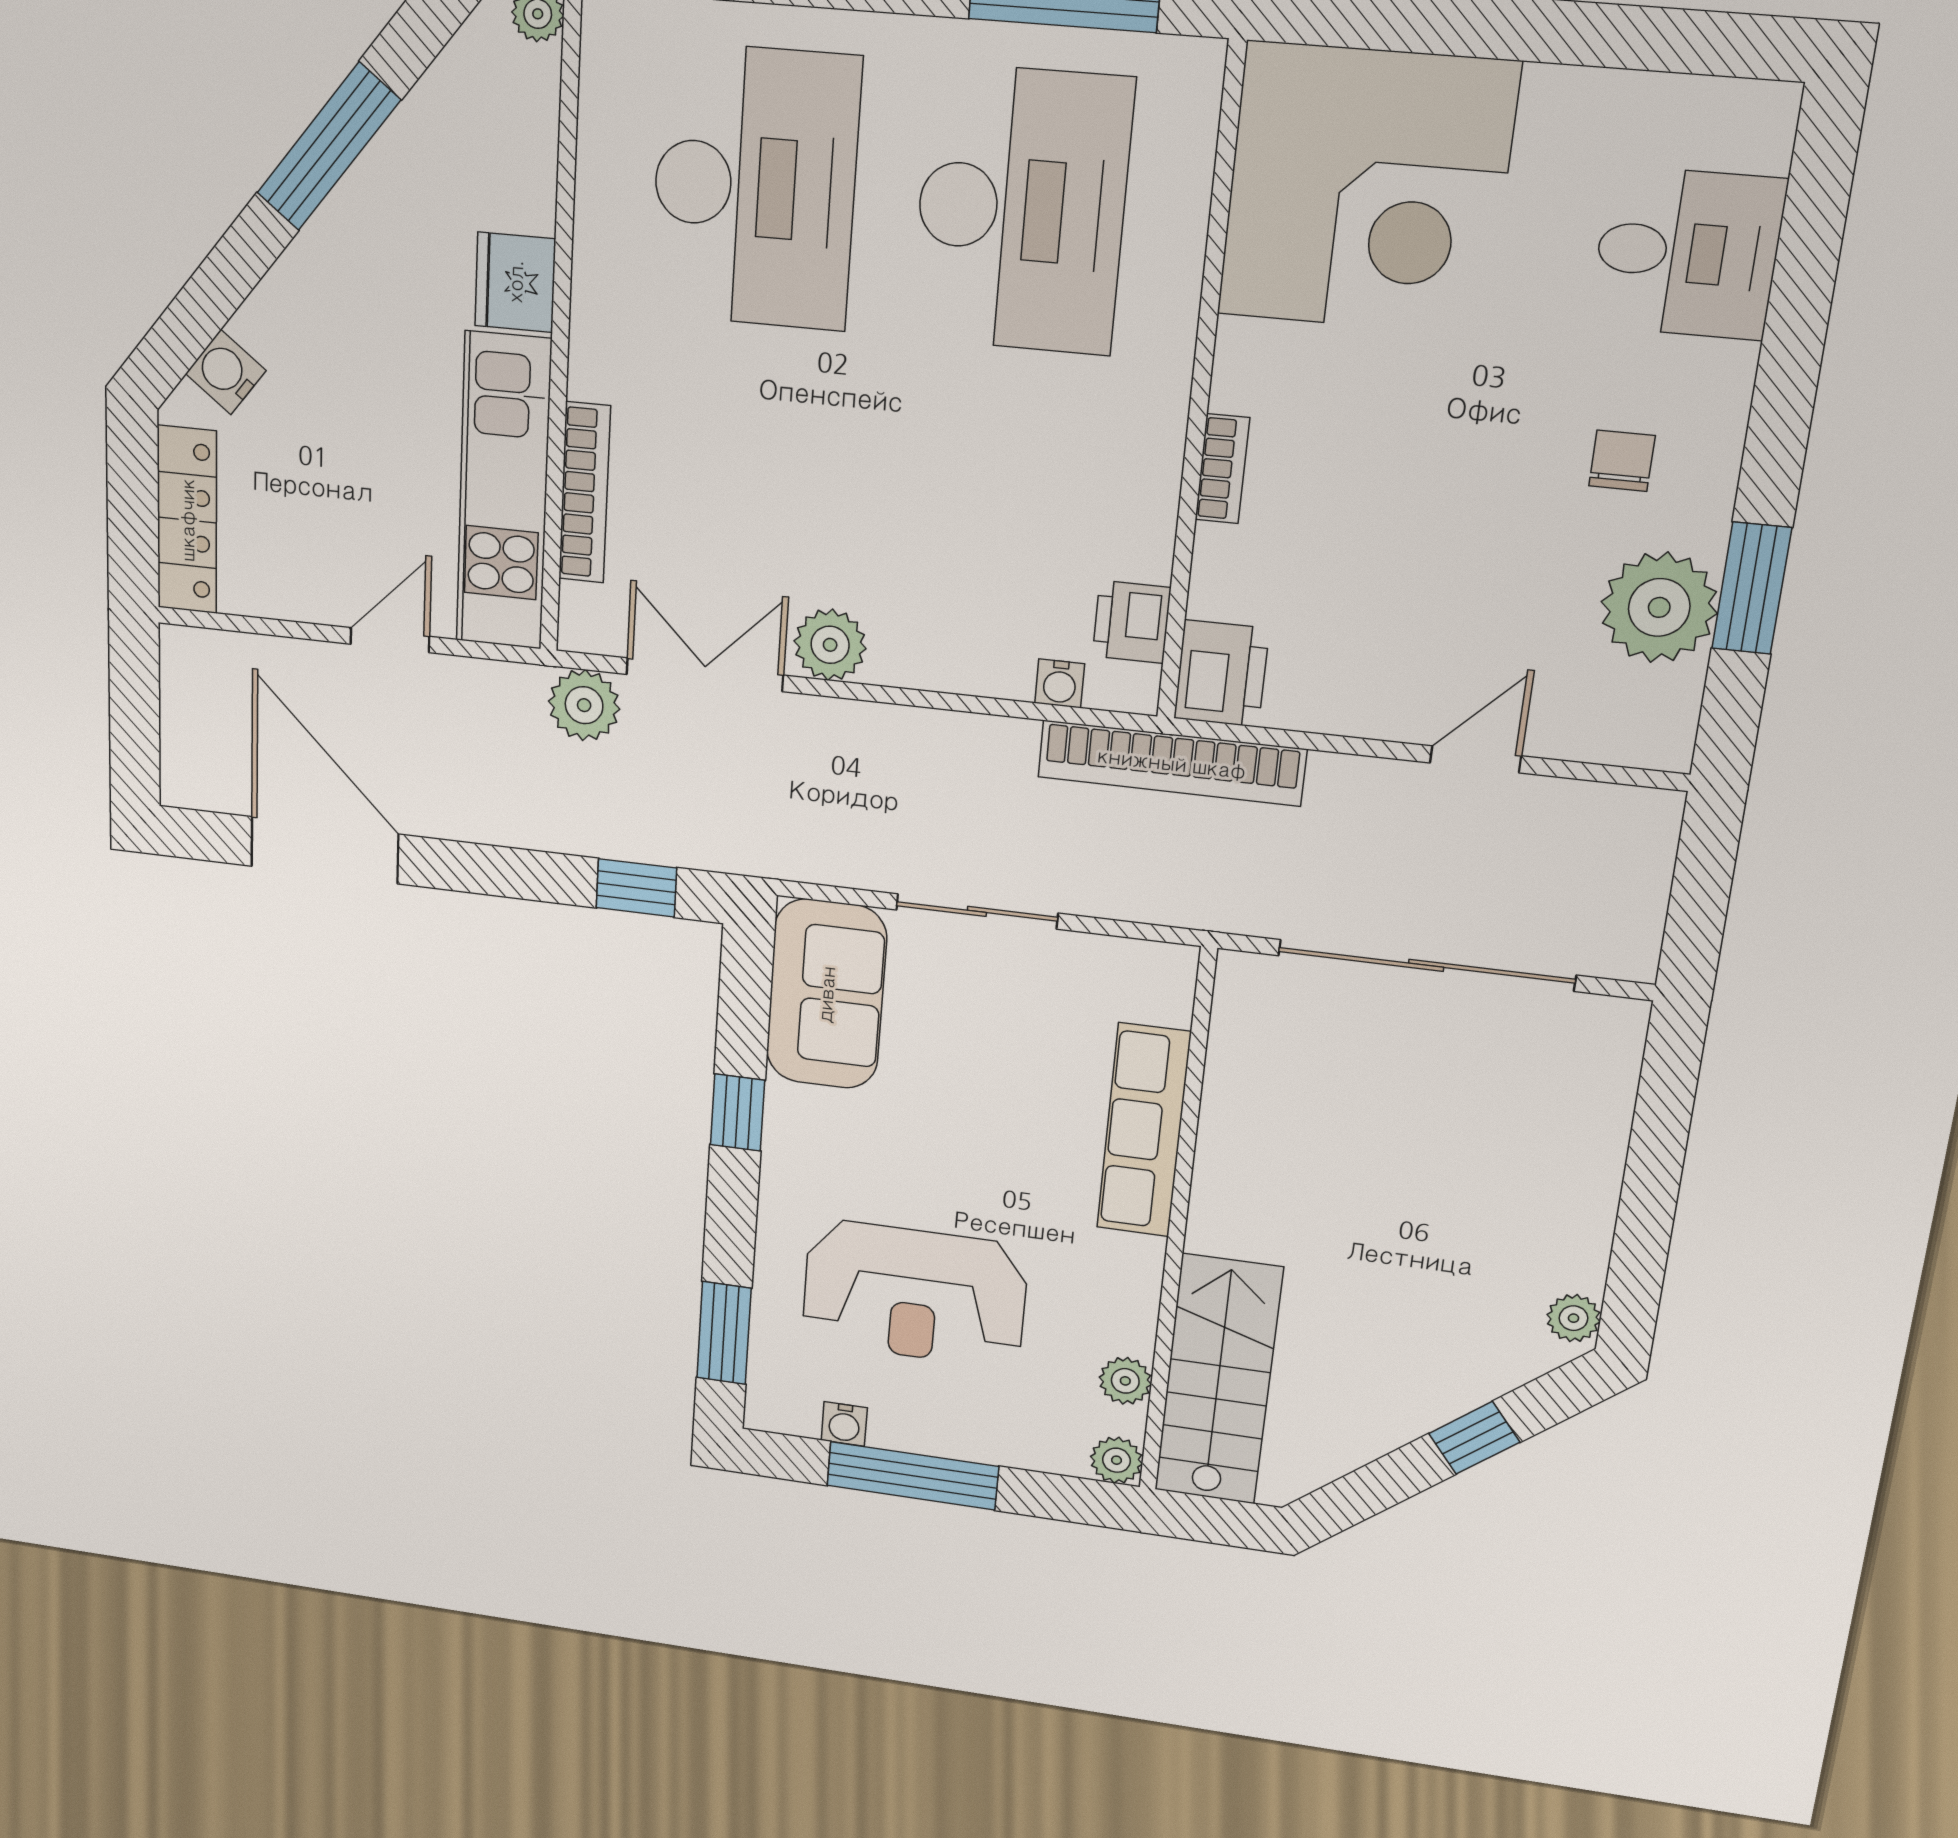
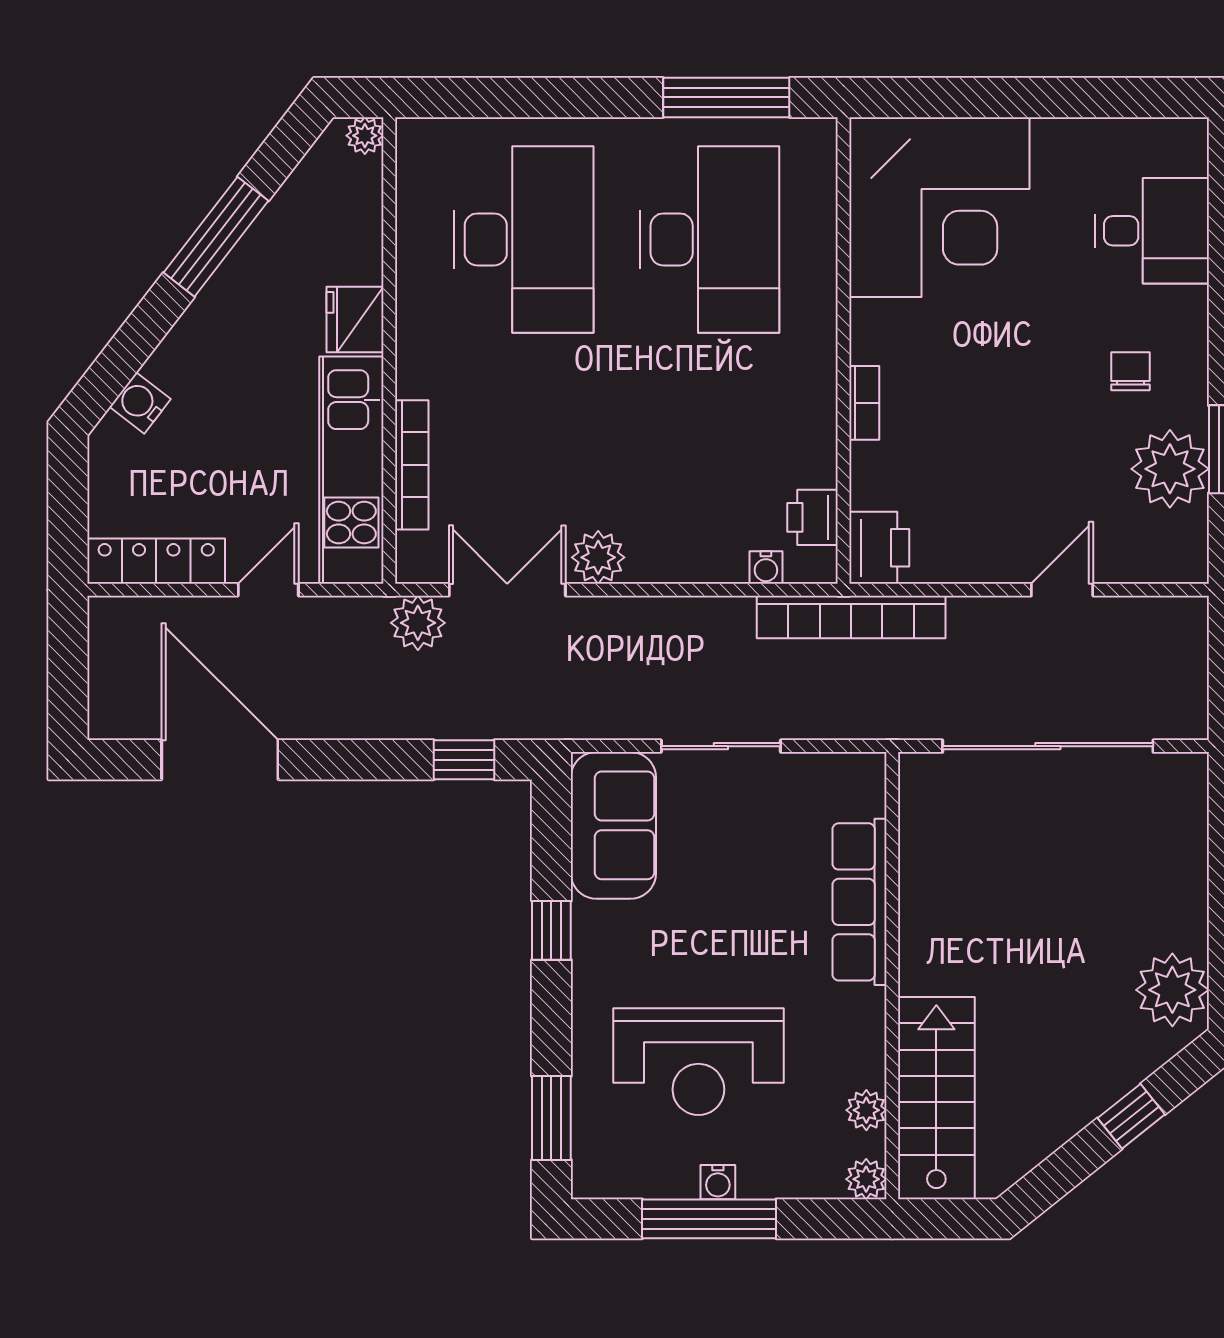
locker: (187, 520) -> (156, 561), moved, turned -90
plant: (1574, 1318) -> (1172, 990), width x1.88, depth x1.88
water cooler: (844, 1424) -> (718, 1182), moved

